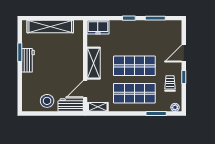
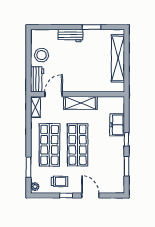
freezer: (98, 27) -> (117, 125), moved
workbench: (28, 60) -> (70, 36), moved
door: (85, 89) -> (54, 94), hinge flipped

